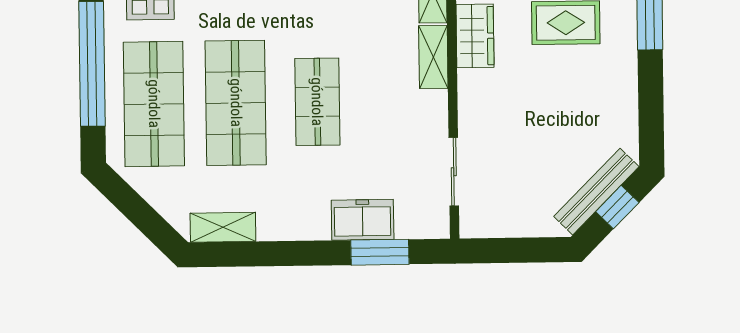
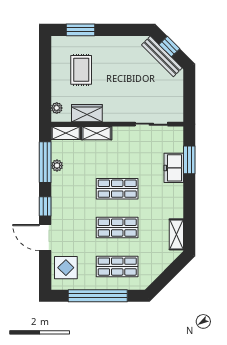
shop shelf: (236, 103) -> (117, 228), width x0.70, depth x0.74
shop shelf: (154, 104) -> (117, 267), width x0.70, depth x0.74

